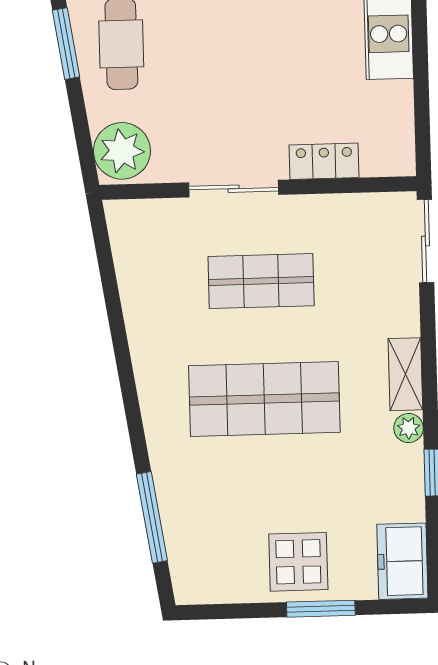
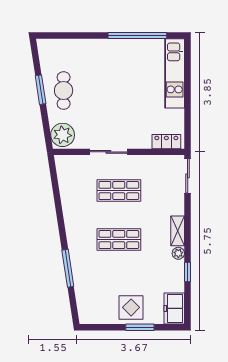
locker: (324, 161) -> (166, 142), moved
shop shelf: (264, 399) -> (119, 240), width x0.70, depth x0.74
window: (152, 517) -> (68, 268), moved

